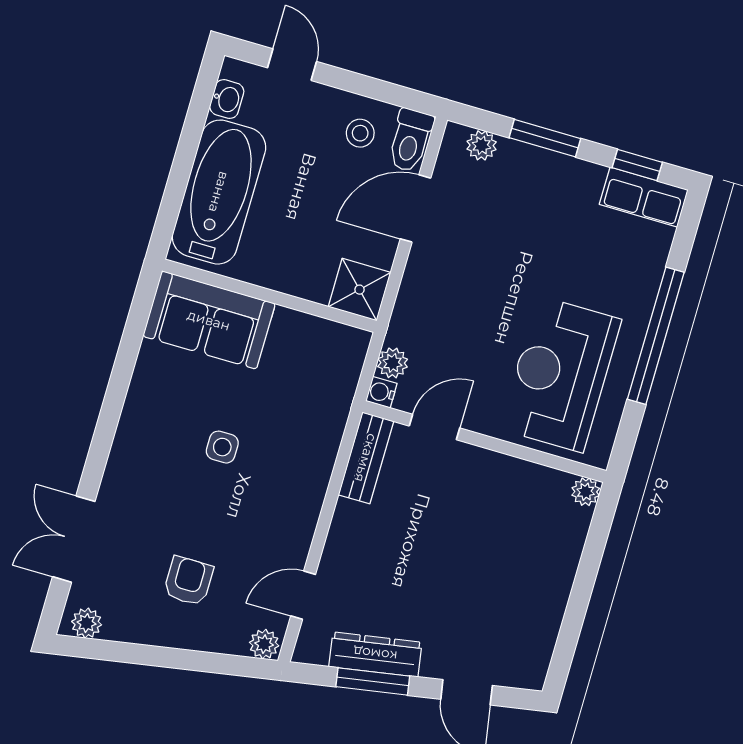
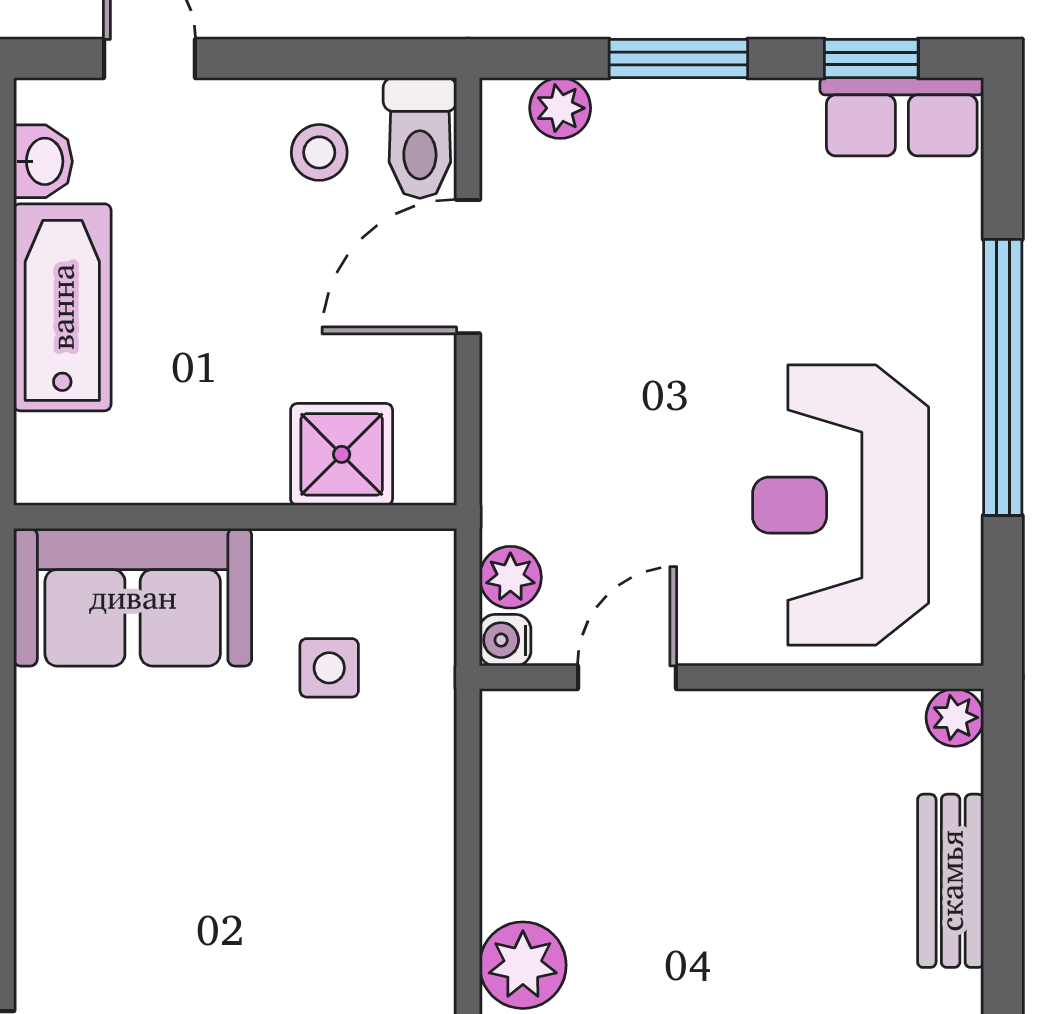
bathtub: (219, 192) -> (62, 307), width x0.73, depth x0.73
shower: (360, 290) -> (342, 454), moved
side table: (222, 447) -> (329, 668), moved
bench: (366, 458) -> (951, 881), moved
plant: (345, 550) -> (523, 965), added

